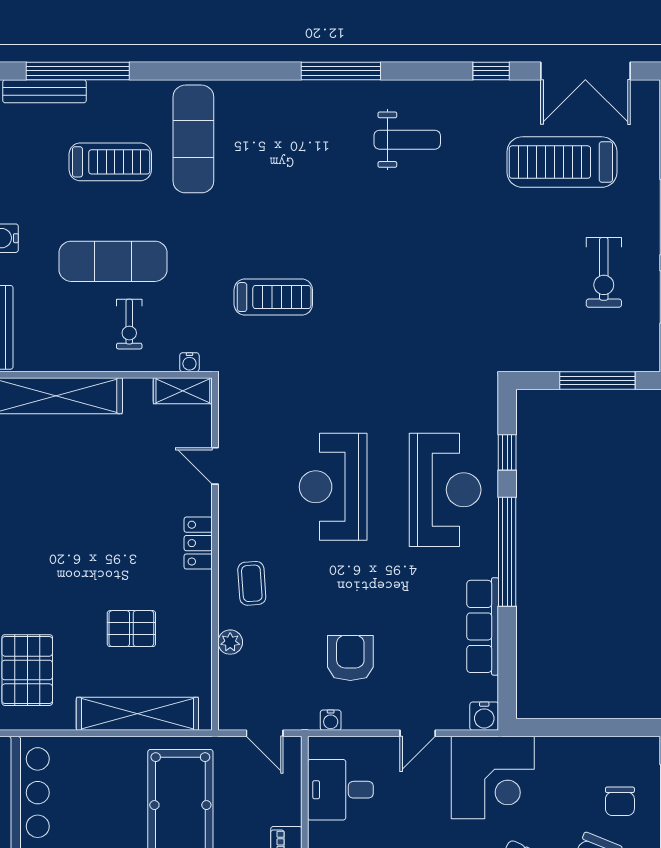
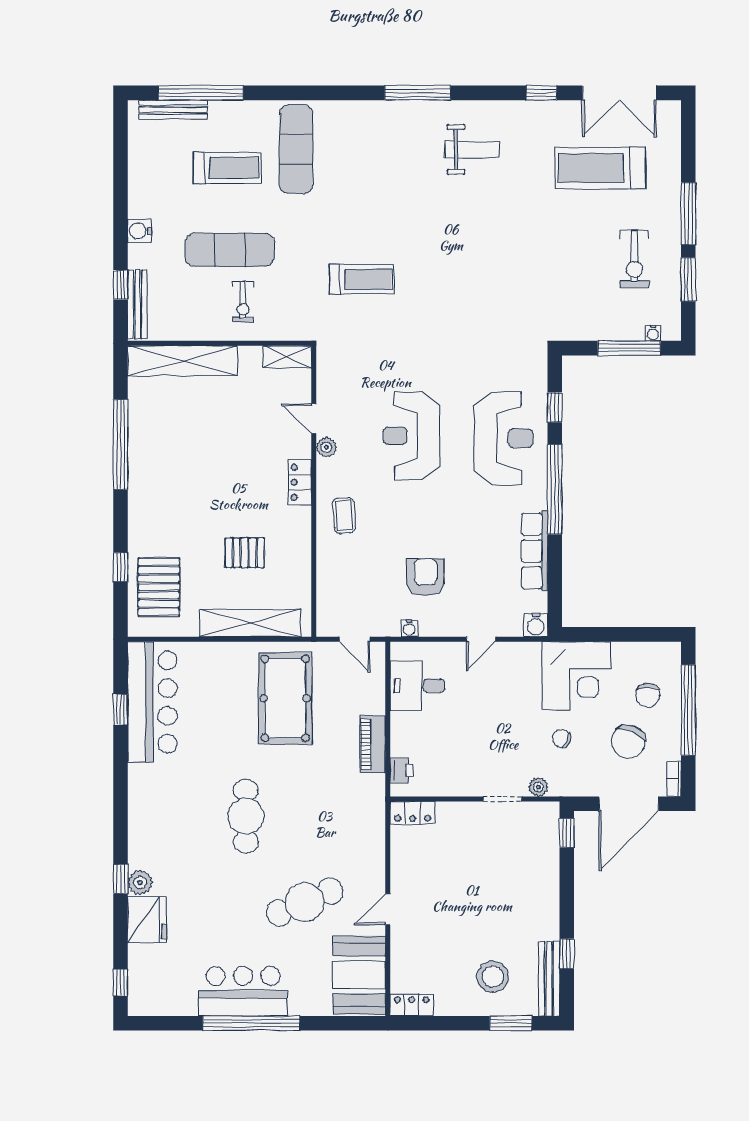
water cooler: (189, 362) -> (653, 333), moved
plant: (230, 642) -> (326, 447), moved
corner desk: (493, 778) -> (576, 676), moved

